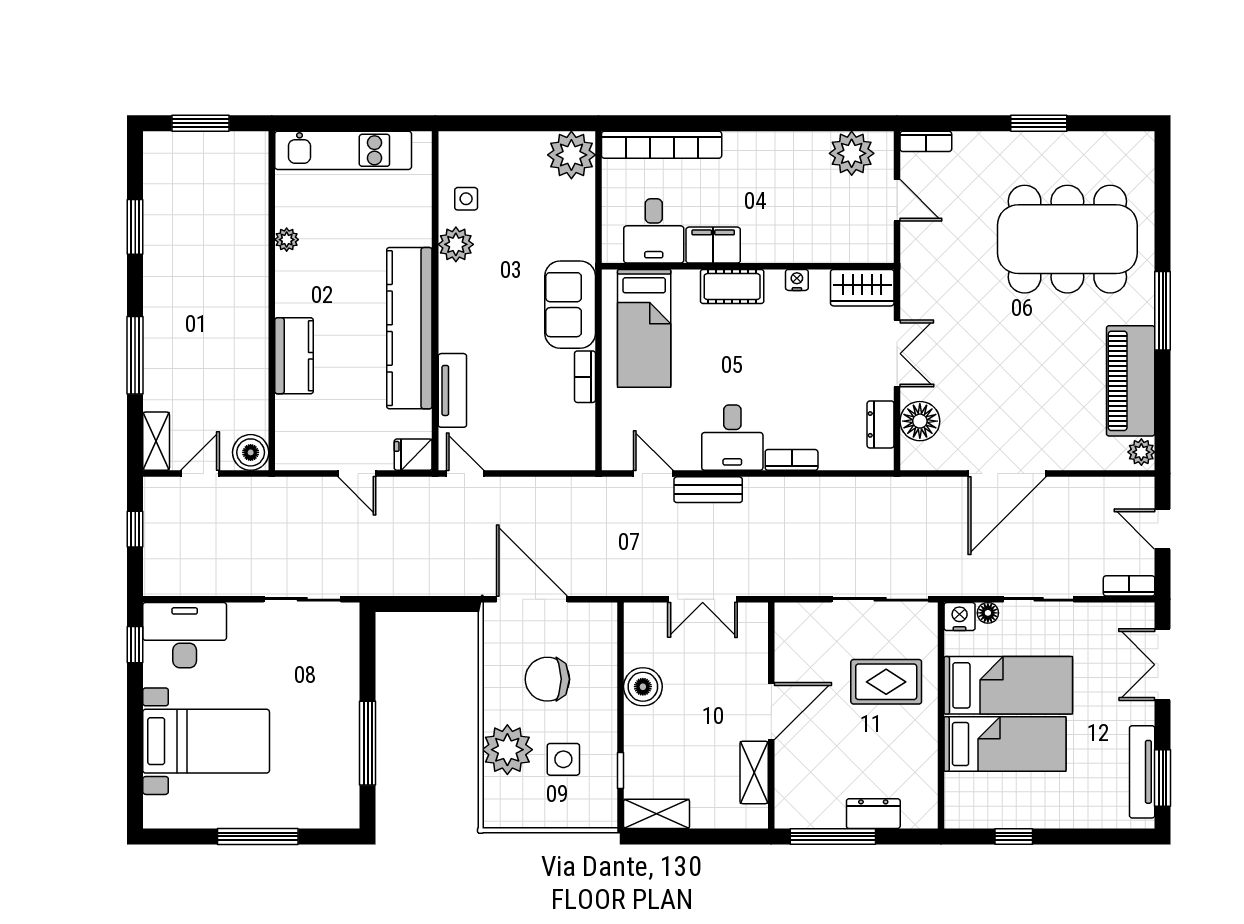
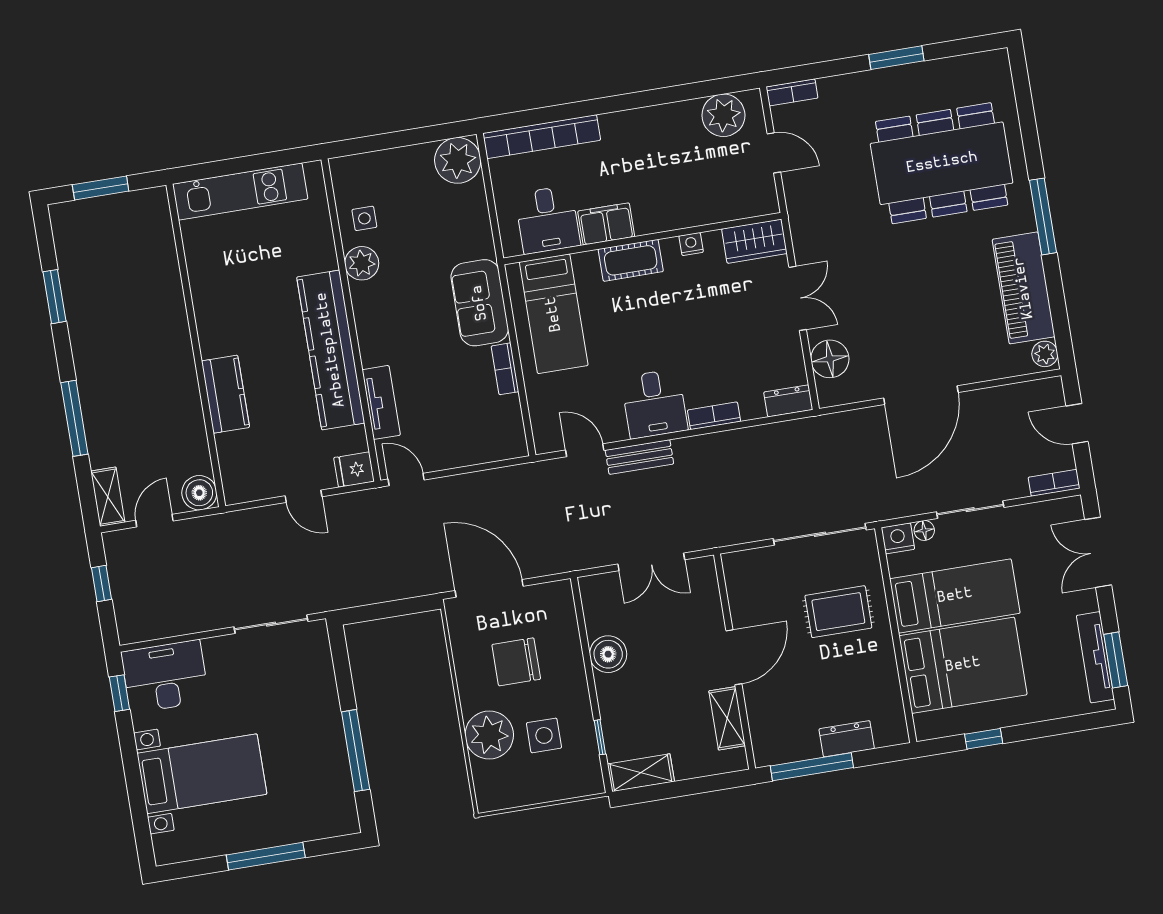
plant: (287, 240) -> (200, 285), removed
dresser: (881, 424) -> (788, 401), moved, turned 90
bed: (1005, 744) -> (963, 665), width x1.50

